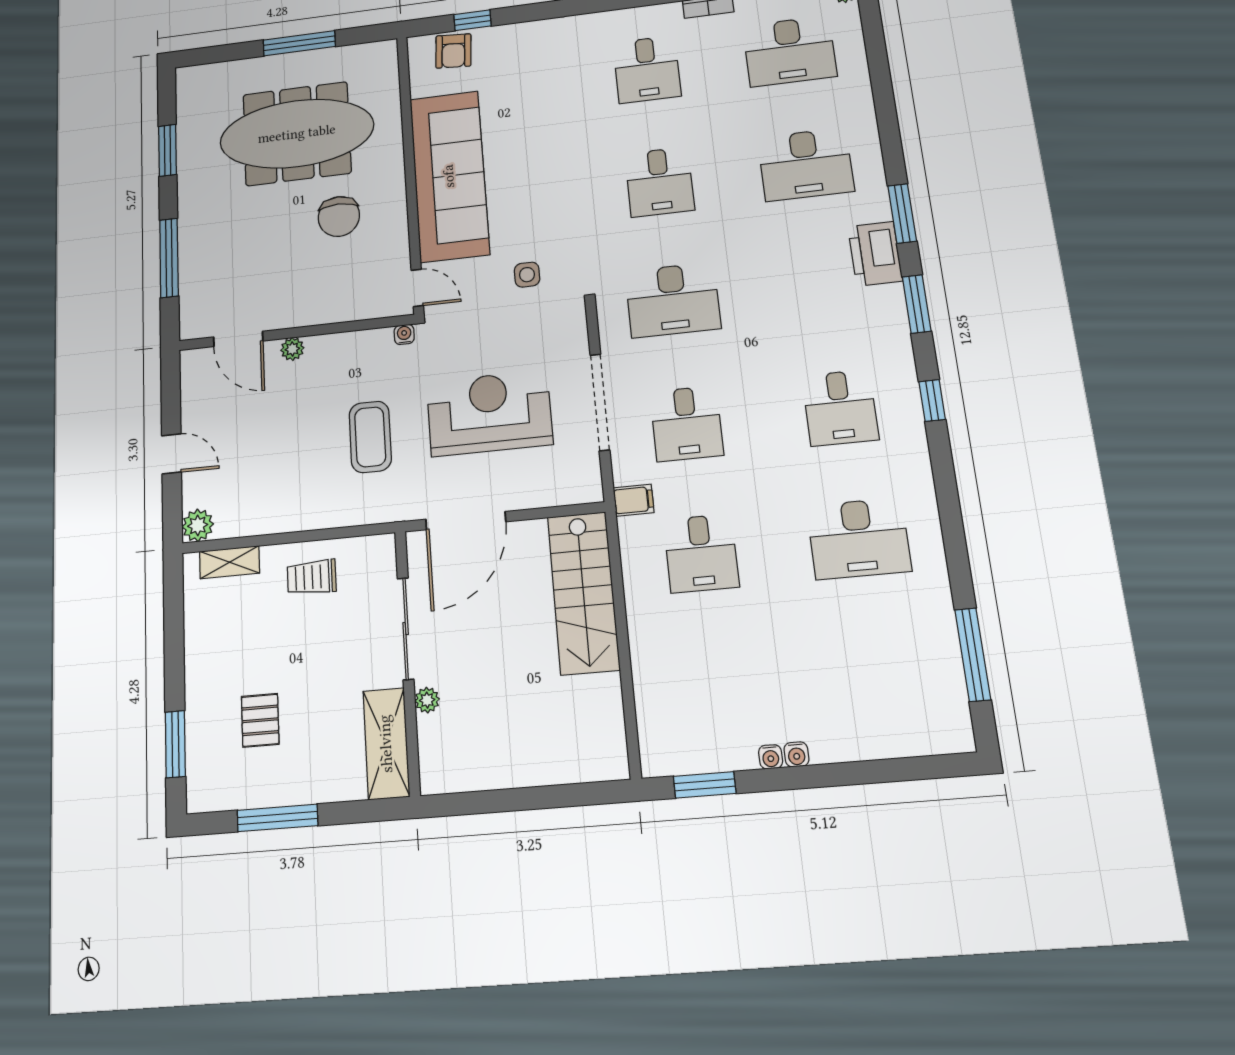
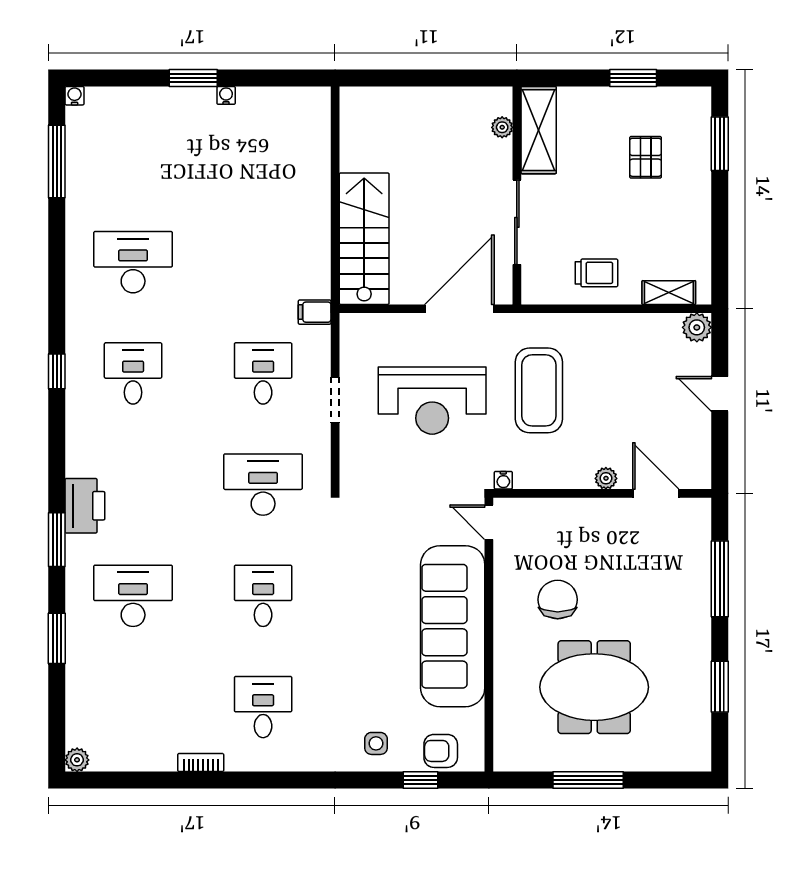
armchair: (453, 51) -> (441, 751), turned -94
desk: (790, 51) -> (133, 707), removed
meeting table: (297, 134) -> (594, 687), width x0.73
side table: (527, 275) -> (376, 743), moved
window: (917, 304) -> (57, 638), moved
doorway: (600, 402) -> (335, 400), width x0.53
coffee table: (370, 437) -> (539, 390), width x1.36, depth x1.32
desk: (701, 553) -> (263, 262), removed
plant: (427, 700) -> (502, 127), moved
water cooler: (796, 754) -> (75, 96), moved
window: (705, 785) -> (193, 78), moved
window: (277, 818) -> (633, 78), width x0.69

